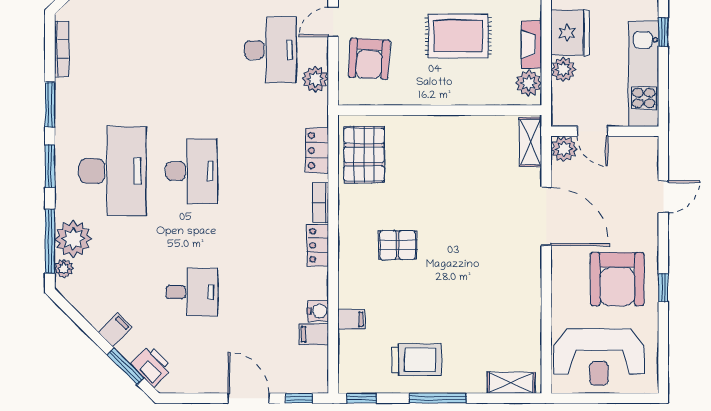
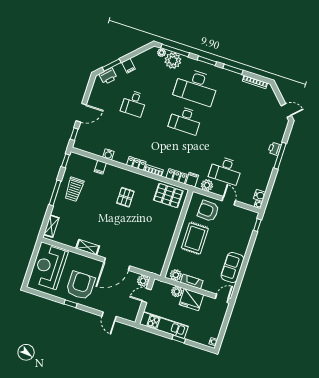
rug: (458, 36) -> (195, 238), moved
shelving: (530, 142) -> (88, 247), moved
armchair: (617, 279) -> (80, 285), turned 90
filing cabinet: (314, 334) -> (192, 180), moved

